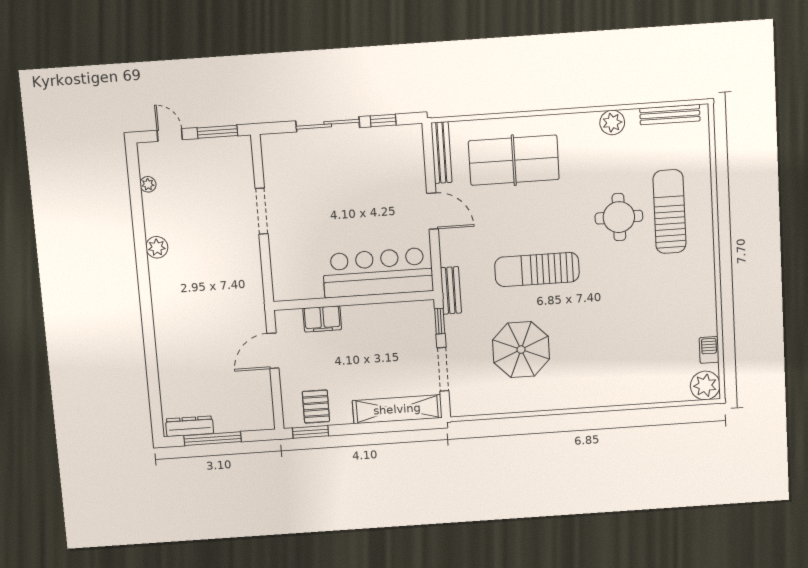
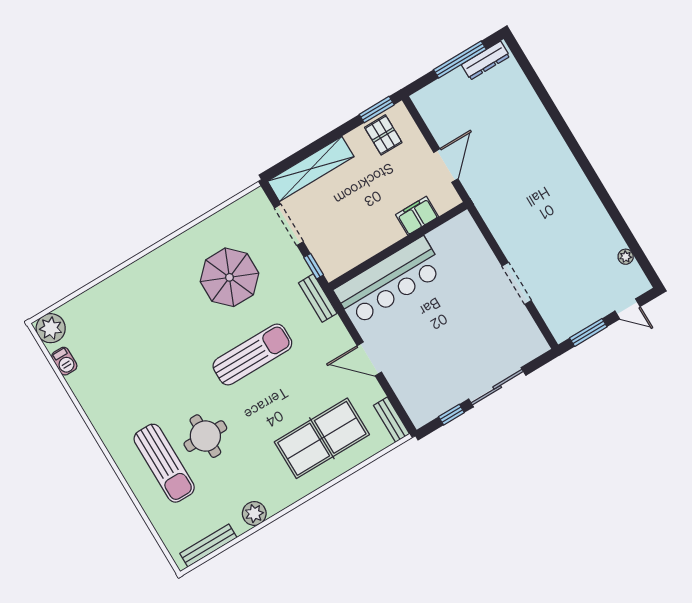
bench: (441, 153) -> (392, 420), width x0.73
plant: (157, 247) -> (591, 206), removed

